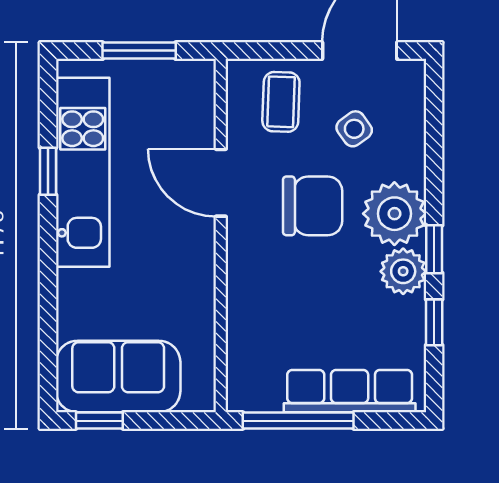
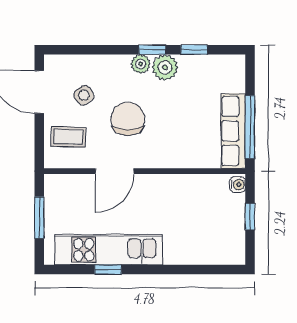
plant: (394, 214) -> (141, 64), width x0.53, depth x0.53
sofa: (118, 377) -> (225, 230), removed
row of seats: (350, 391) -> (233, 131), moved
water cooler: (197, 399) -> (238, 185), added
window: (99, 421) -> (250, 217), moved

